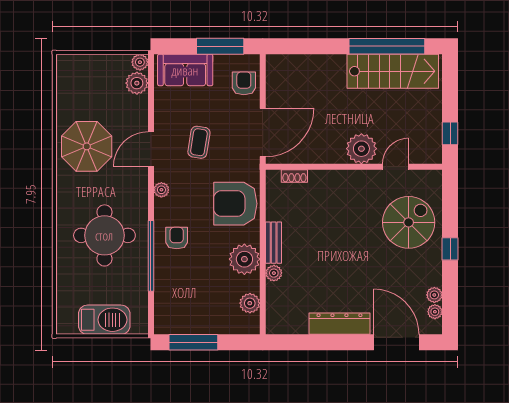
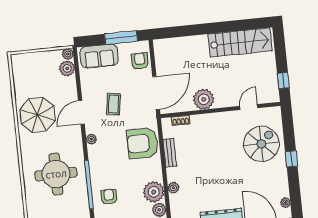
window: (387, 46) -> (234, 26), removed
plant: (361, 149) -> (204, 99), moved
armchair: (177, 238) -> (109, 197), moved
bench: (274, 243) -> (170, 153), moved
plant: (244, 259) -> (154, 192), moved
plant: (434, 295) -> (284, 191), removed

